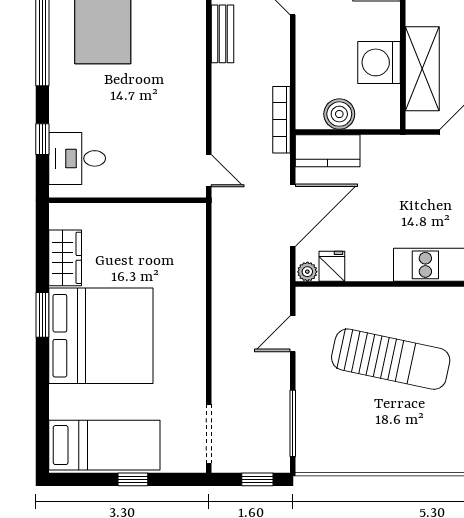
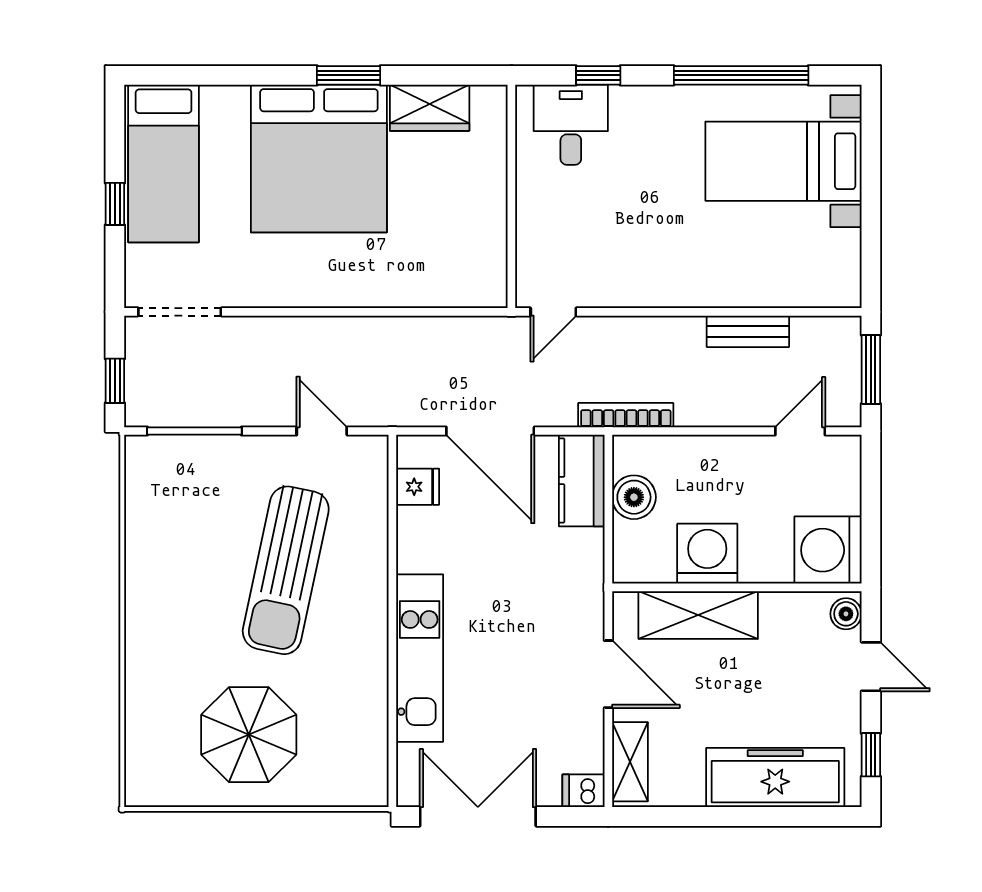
plant: (307, 272) -> (410, 452), removed

